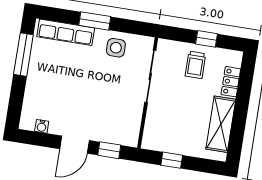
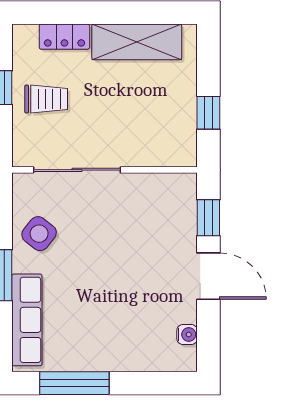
side table: (116, 48) -> (39, 234), turned 38

